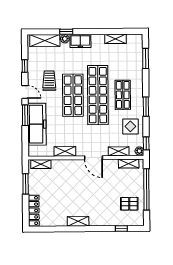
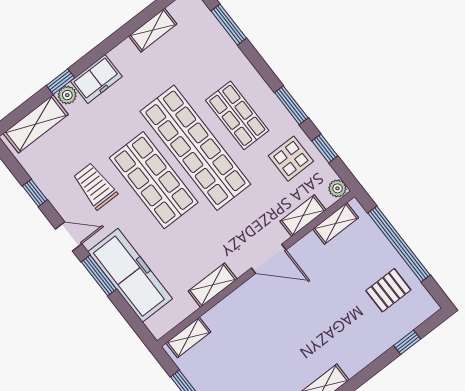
window: (146, 143) -> (325, 148), moved

